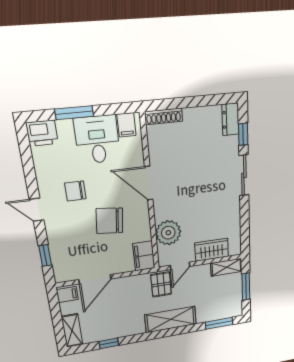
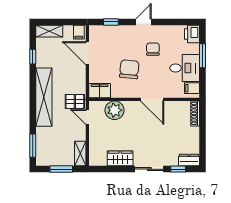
door: (149, 183) -> (152, 99), swing flipped
wardrobe: (212, 250) -> (120, 158), moved, turned -90
shelving: (171, 319) -> (44, 97), width x1.47

